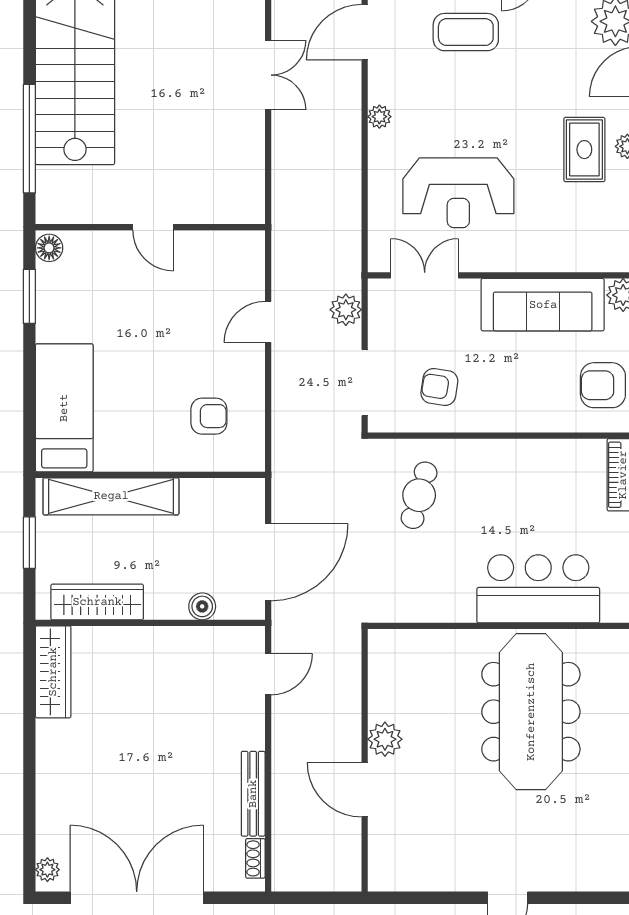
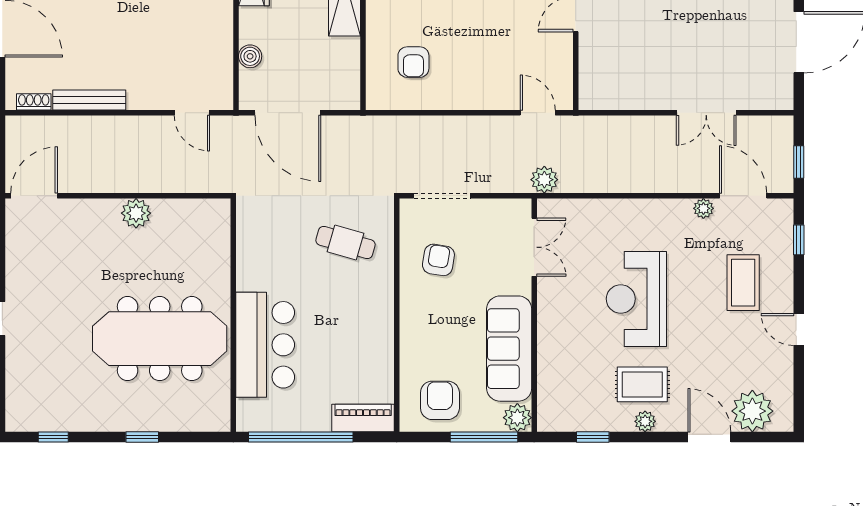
plant: (379, 117) -> (703, 208), moved
reception desk: (458, 193) -> (636, 299), moved
plant: (346, 310) -> (544, 180), moved
door: (268, 322) -> (538, 113), moved
door: (365, 790) -> (34, 196), moved

